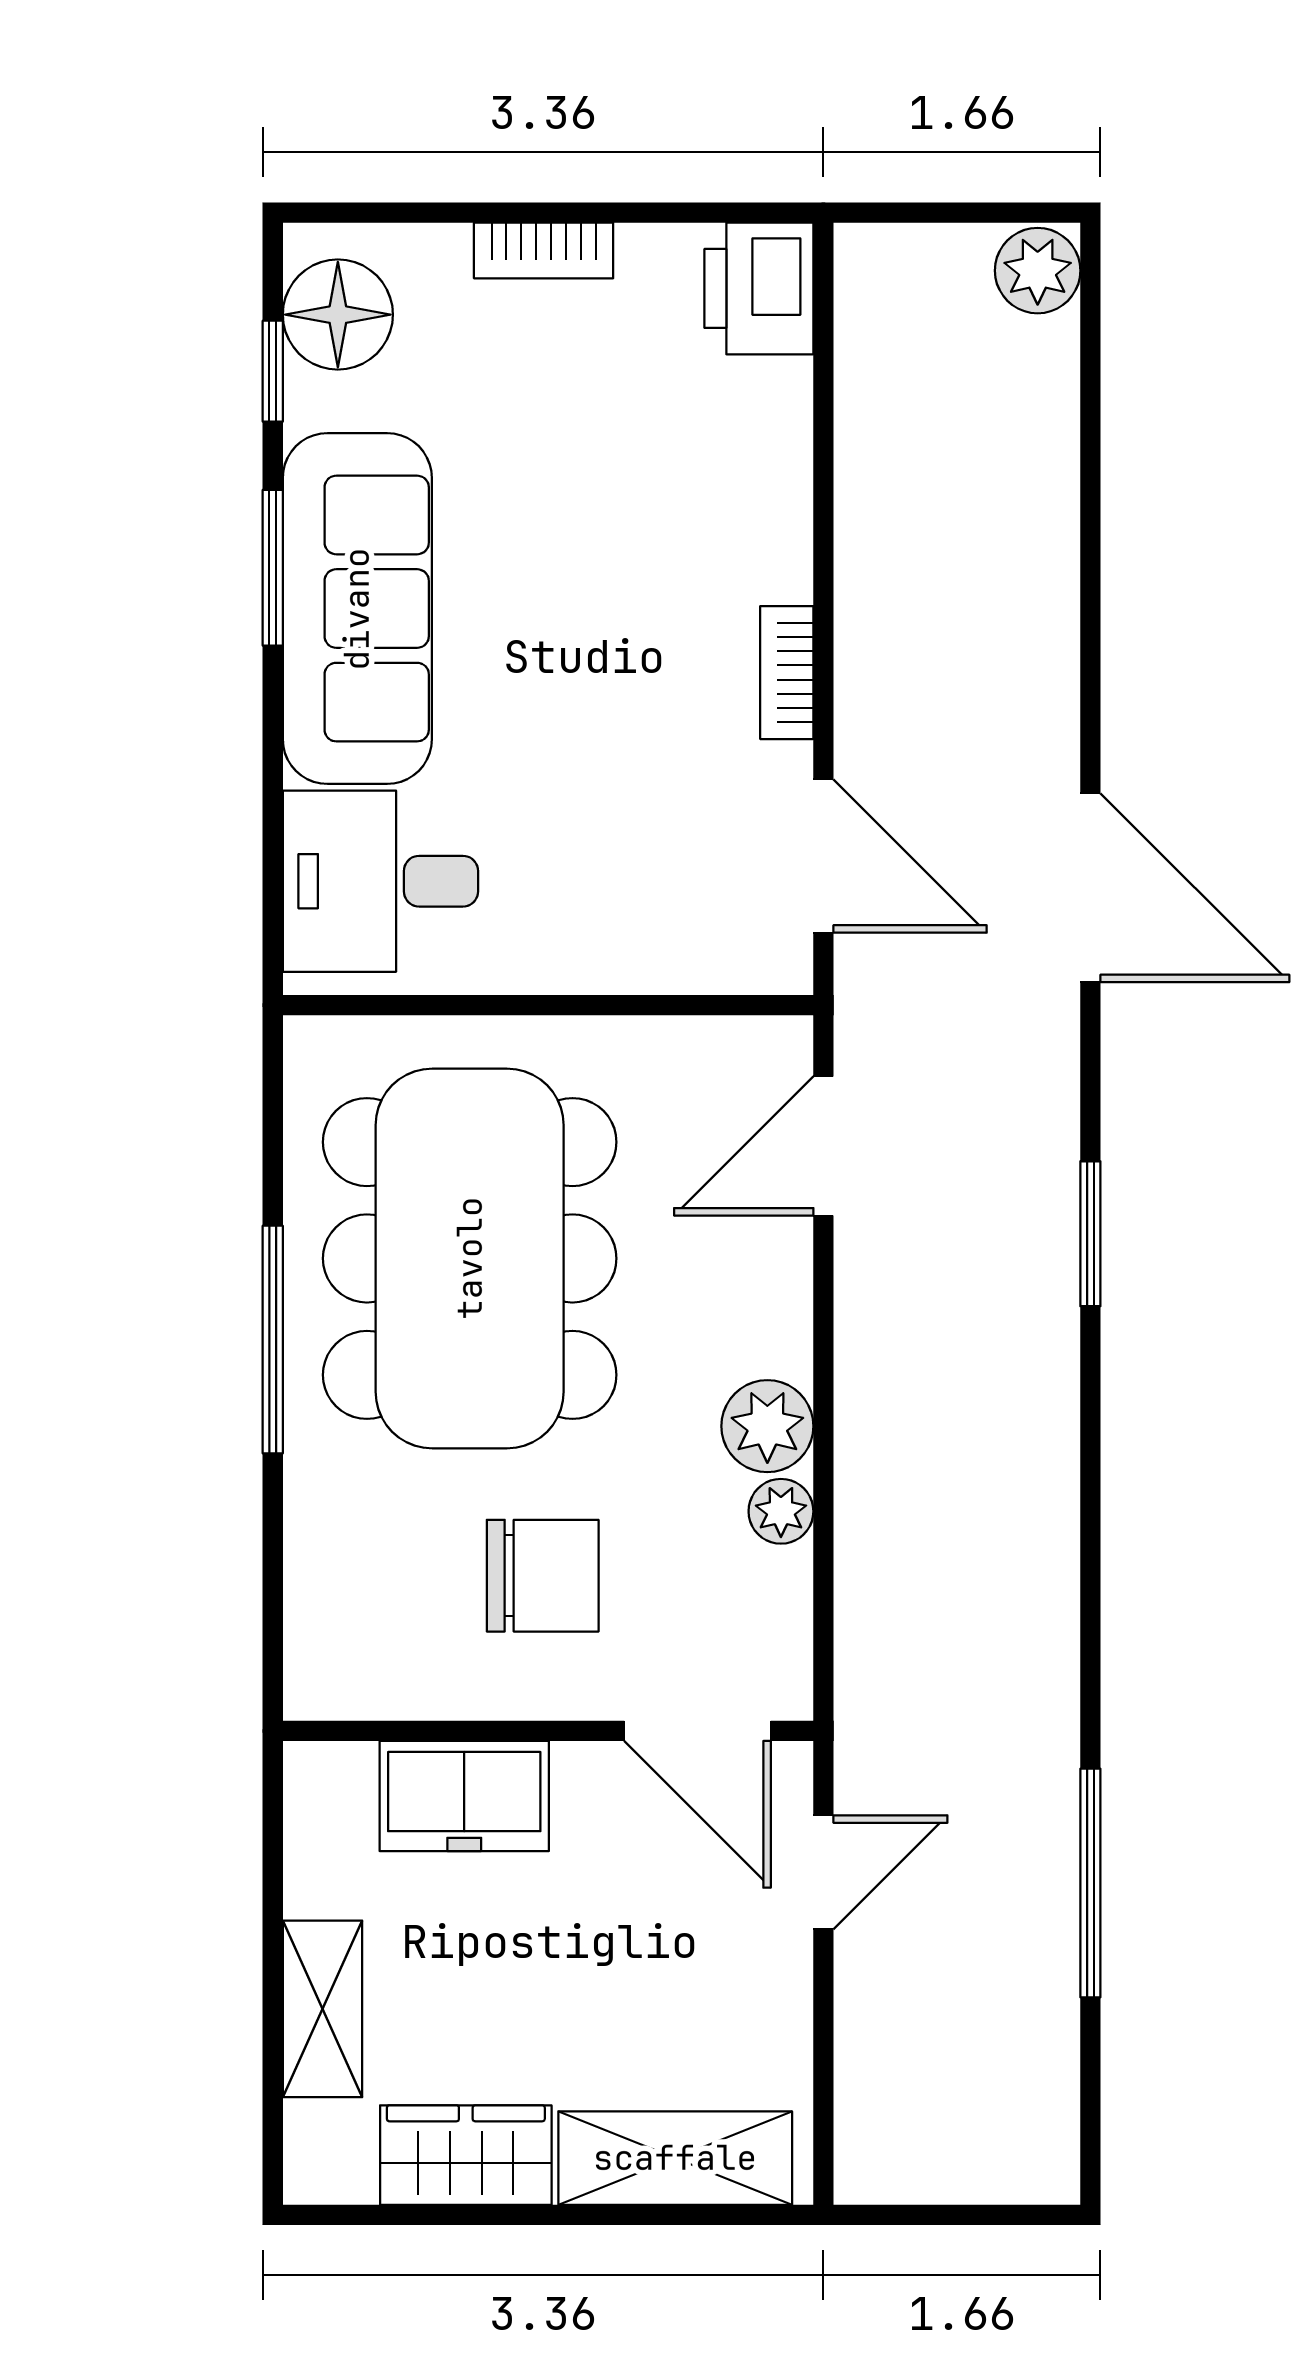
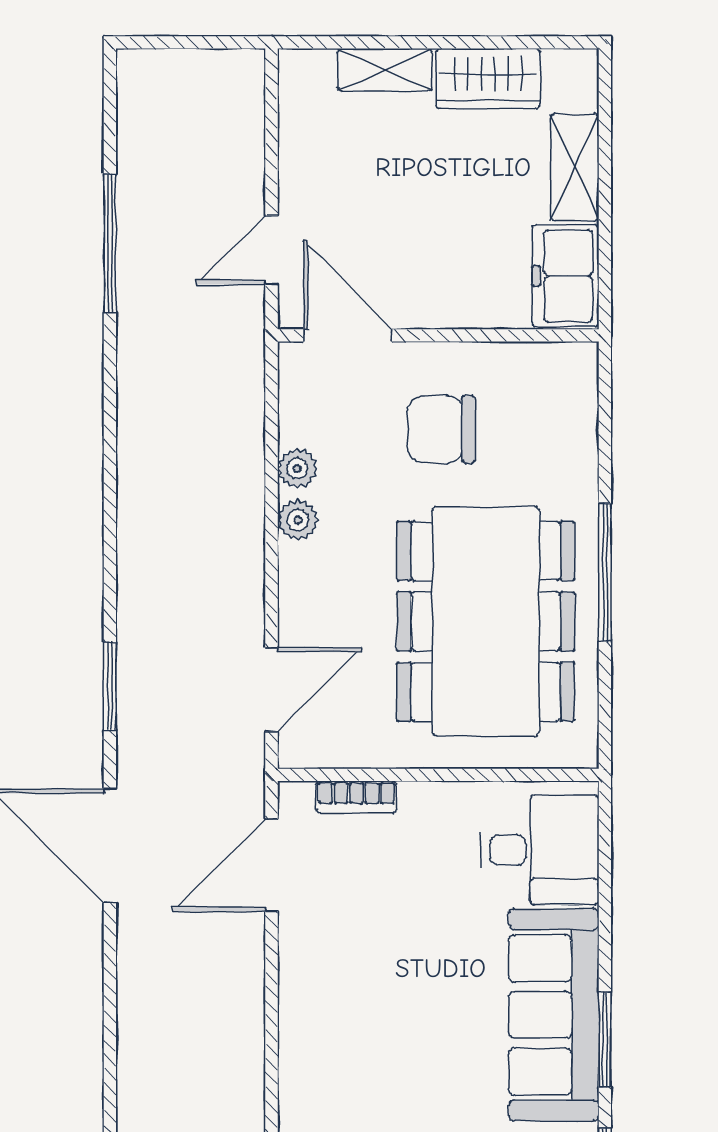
bookcase: (787, 673) -> (356, 797), moved, turned 90
door: (823, 856) -> (272, 865), hinge flipped
window: (1090, 1234) -> (110, 686), moved
plant: (767, 1426) -> (298, 520), width x0.73, depth x0.73
freezer: (464, 1796) -> (566, 276), moved, turned -90
shelving: (675, 2158) -> (385, 70), width x0.67, depth x0.75

